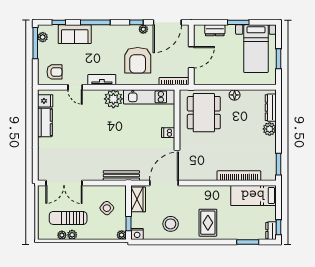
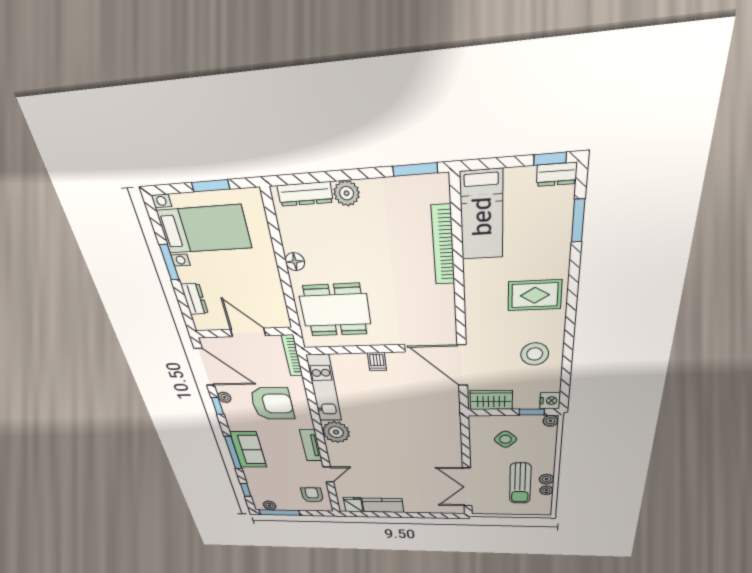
sofa: (75, 34) -> (248, 450), moved
bench: (121, 176) -> (453, 422), removed
double door: (64, 183) -> (467, 487), swing flipped

